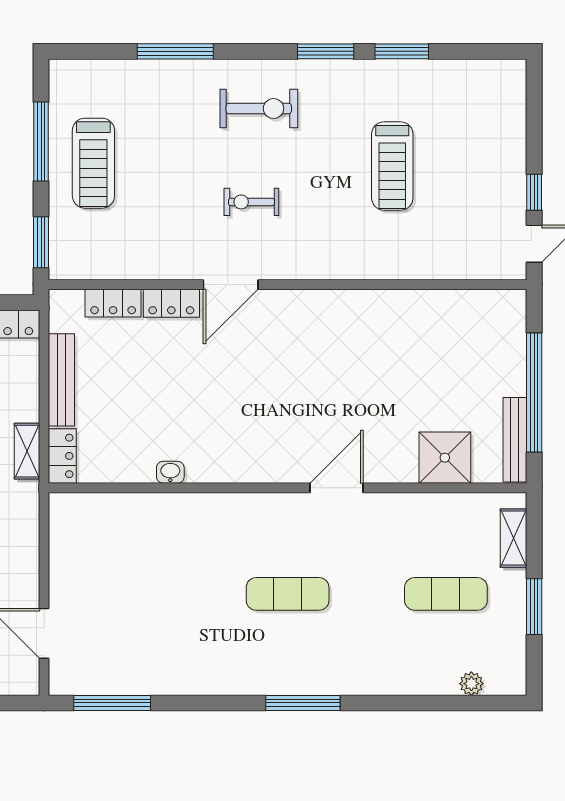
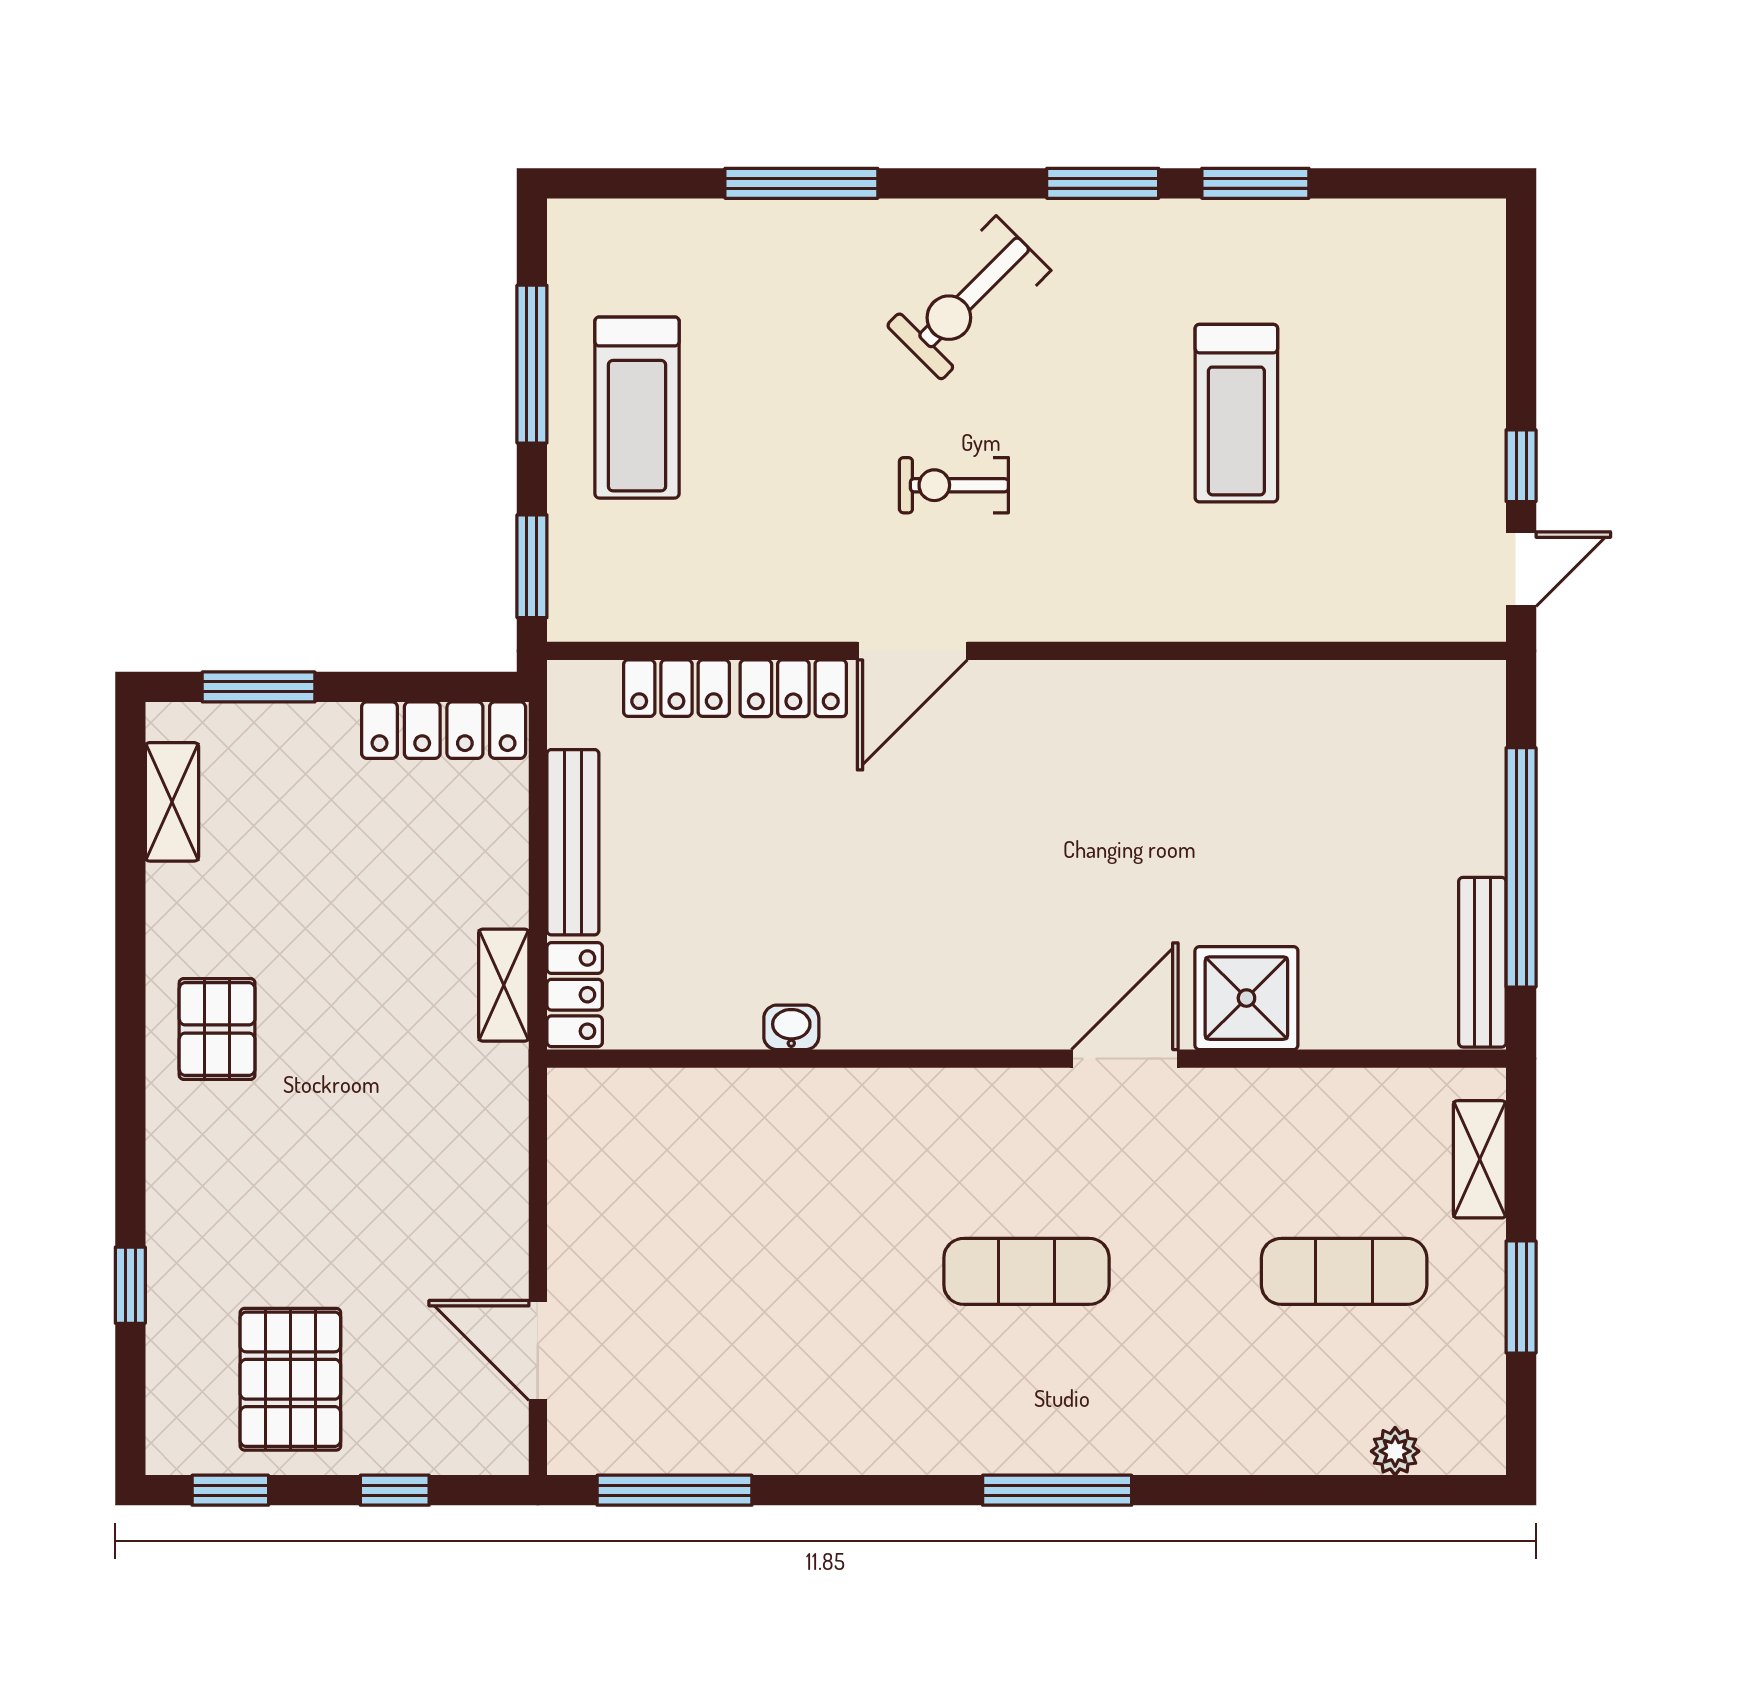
exercise bike: (259, 109) -> (969, 298), turned 135
shower: (445, 458) -> (1246, 998), moved

